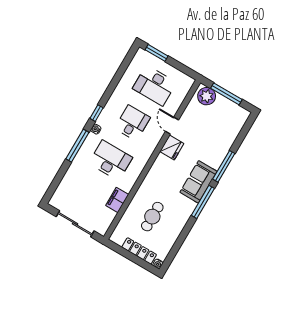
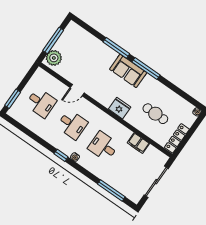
desk: (154, 86) -> (41, 103), width x0.73
desk: (132, 123) -> (72, 125), turned 180
window: (77, 146) -> (111, 190), moved
fridge: (172, 148) -> (120, 108), moved
desk: (111, 160) -> (103, 146), width x0.73
locker: (139, 251) -> (177, 138), moved

